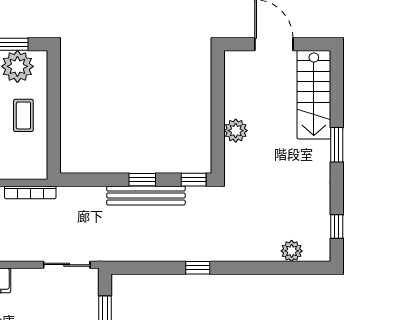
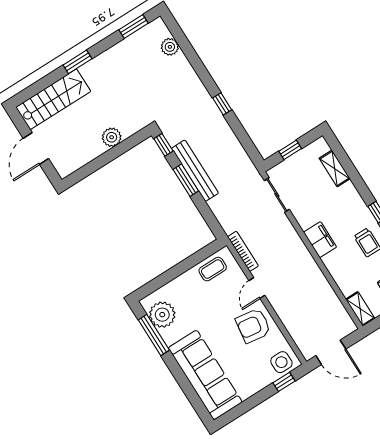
coffee table: (23, 115) -> (213, 269), moved
window: (142, 180) -> (186, 180), width x1.50
window: (337, 226) -> (134, 27), width x1.50

